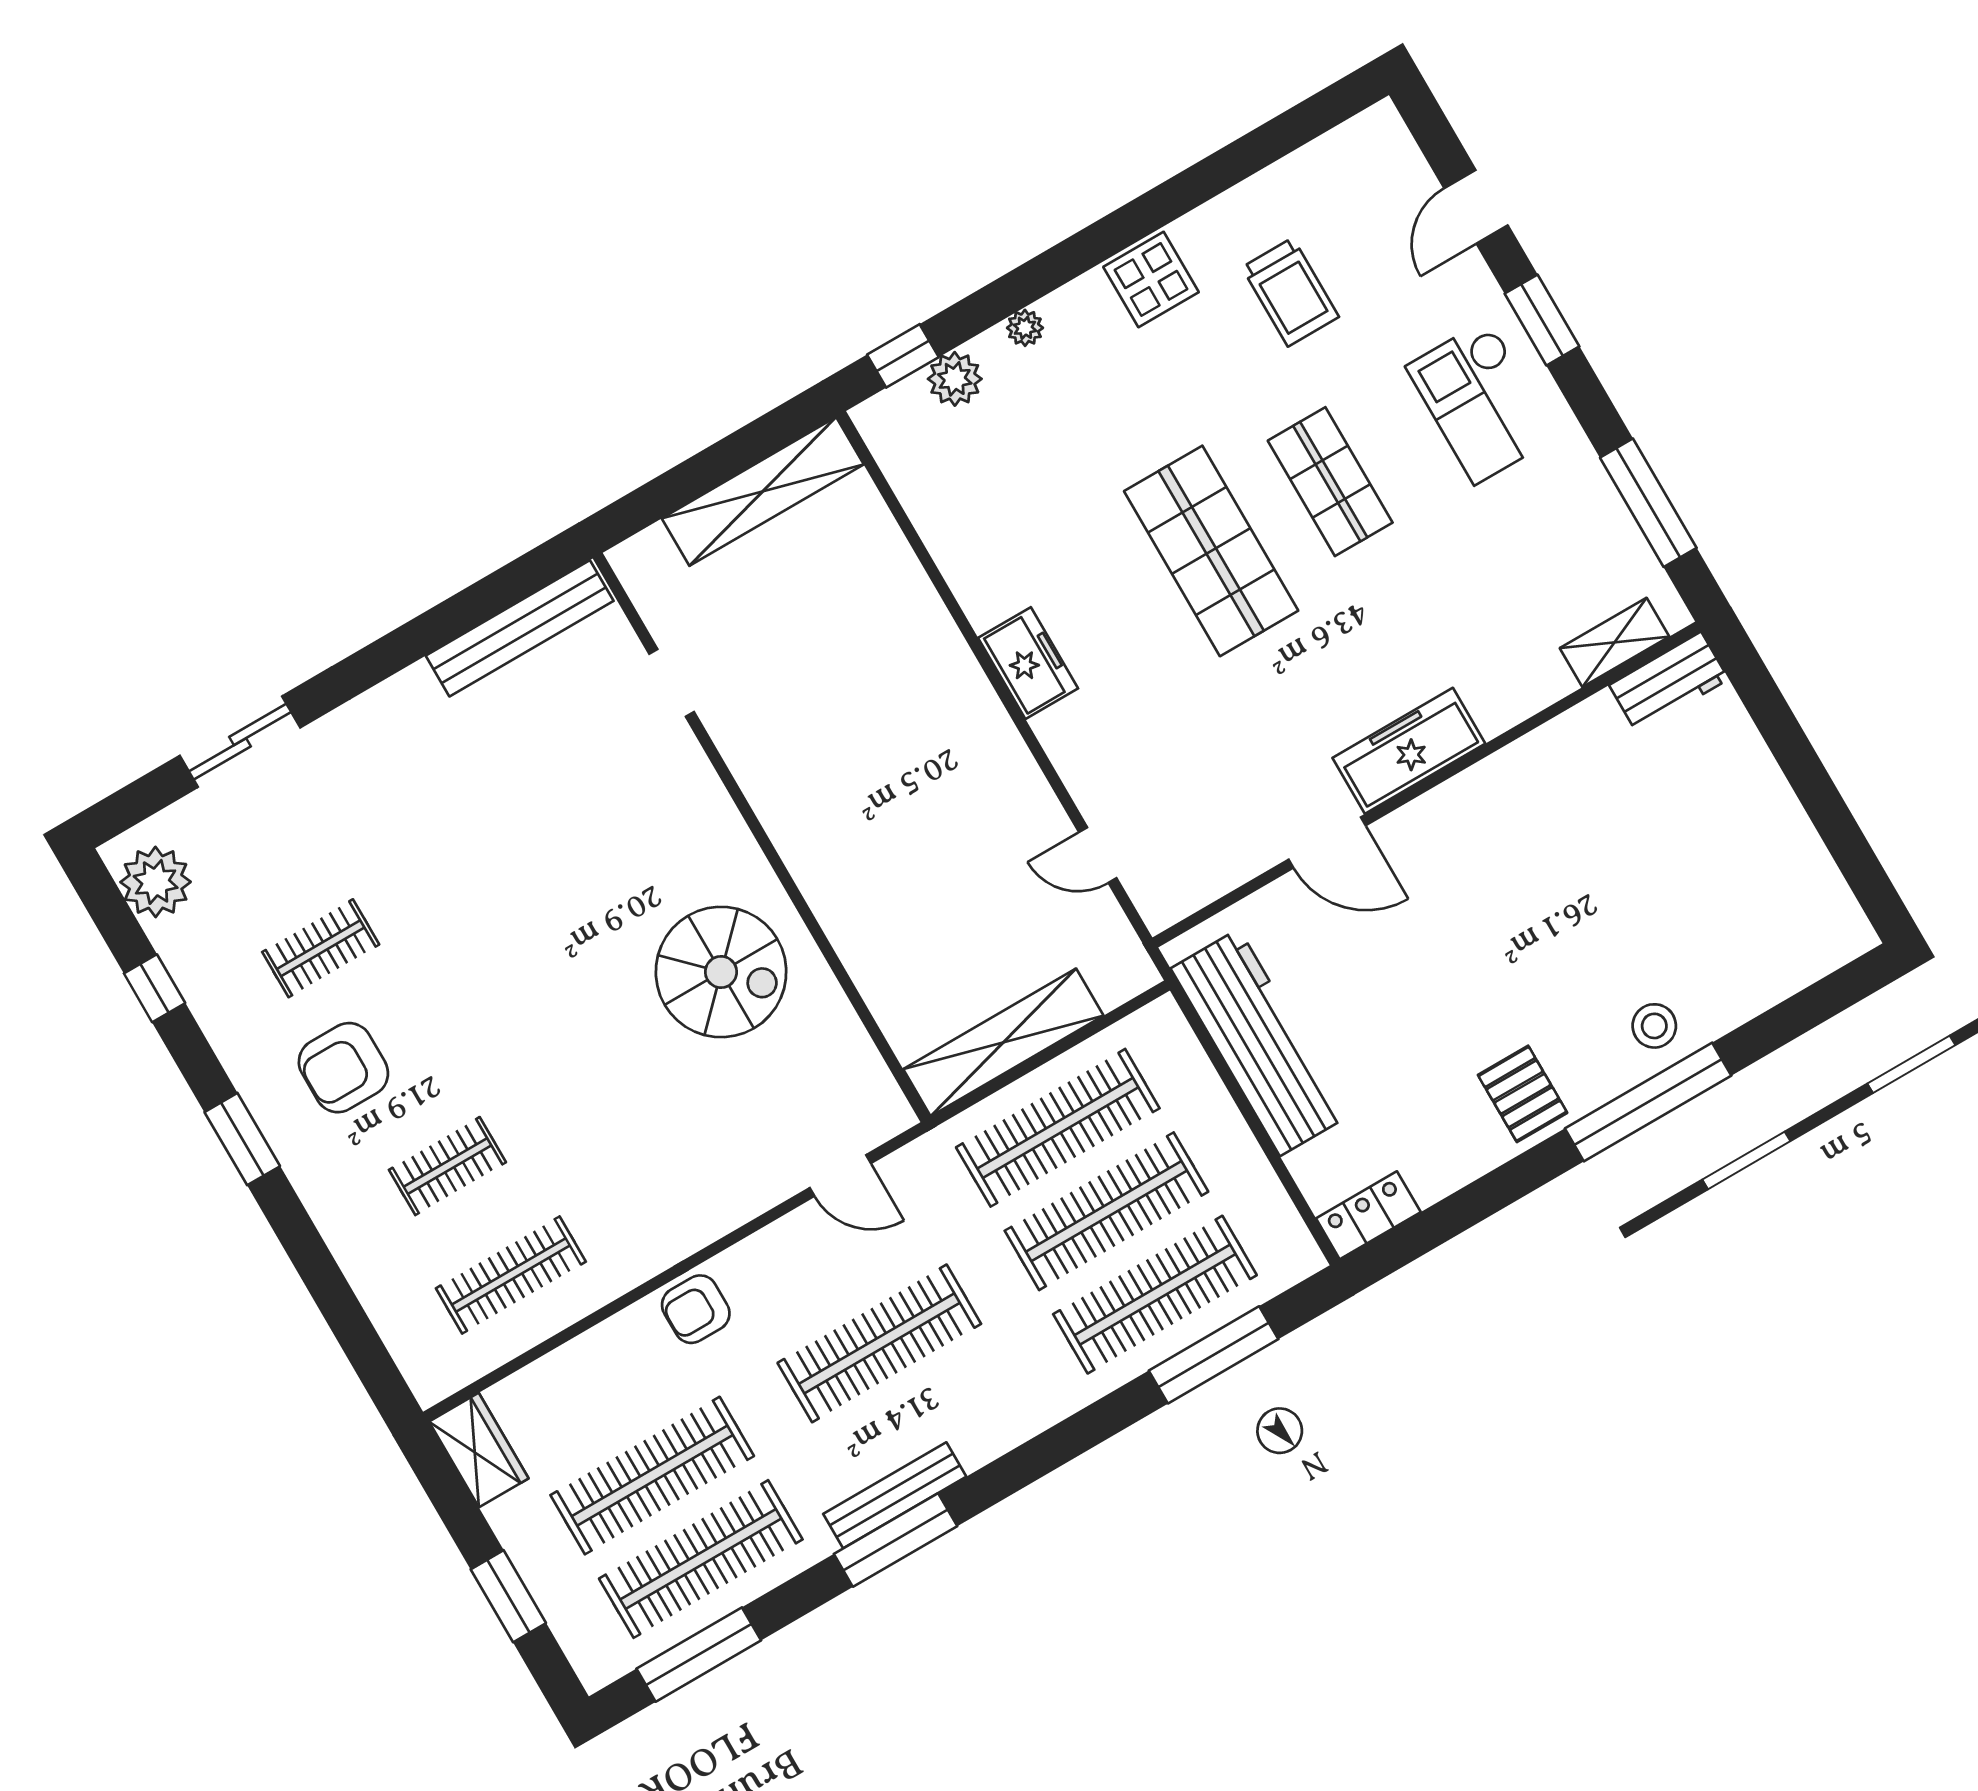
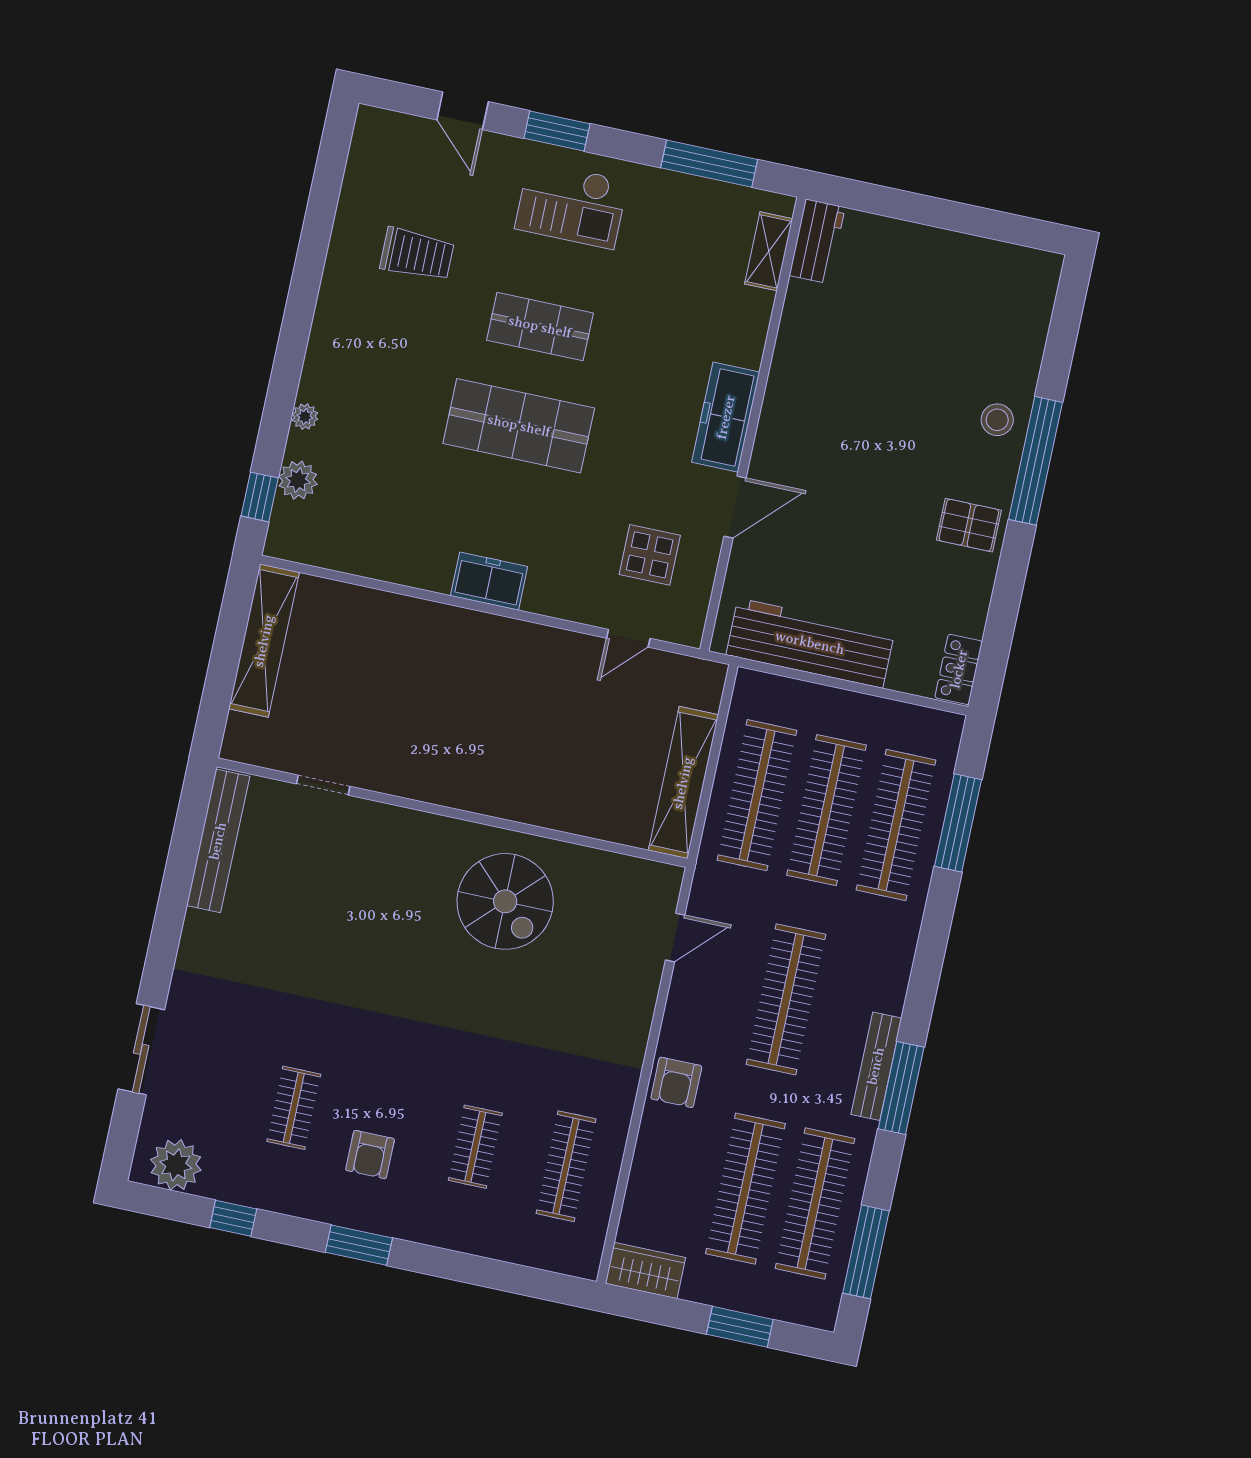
display table: (1151, 280) -> (650, 555), moved
spiral stairs: (721, 972) -> (505, 901), turned 90
armchair: (343, 1068) -> (370, 1155), width x0.72, depth x0.72

